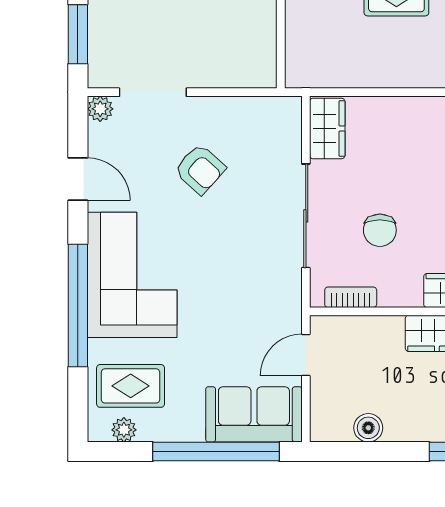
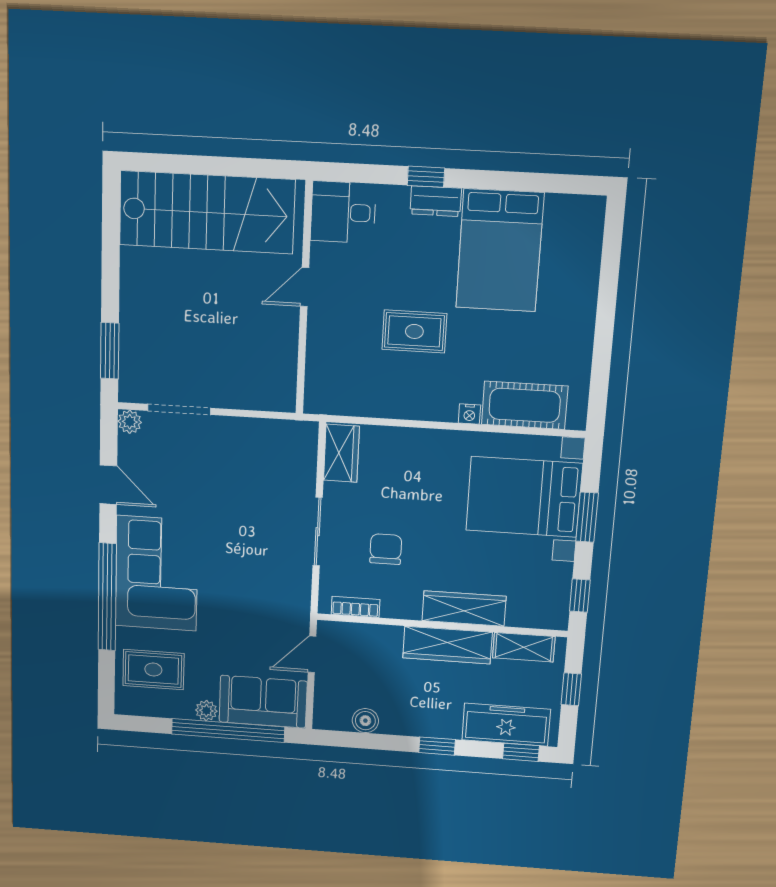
armchair: (200, 169) -> (221, 483), removed
sliding door: (306, 216) -> (318, 532), width x0.73
chair: (380, 230) -> (386, 549), turned 180
plant: (124, 430) -> (206, 711), moved

